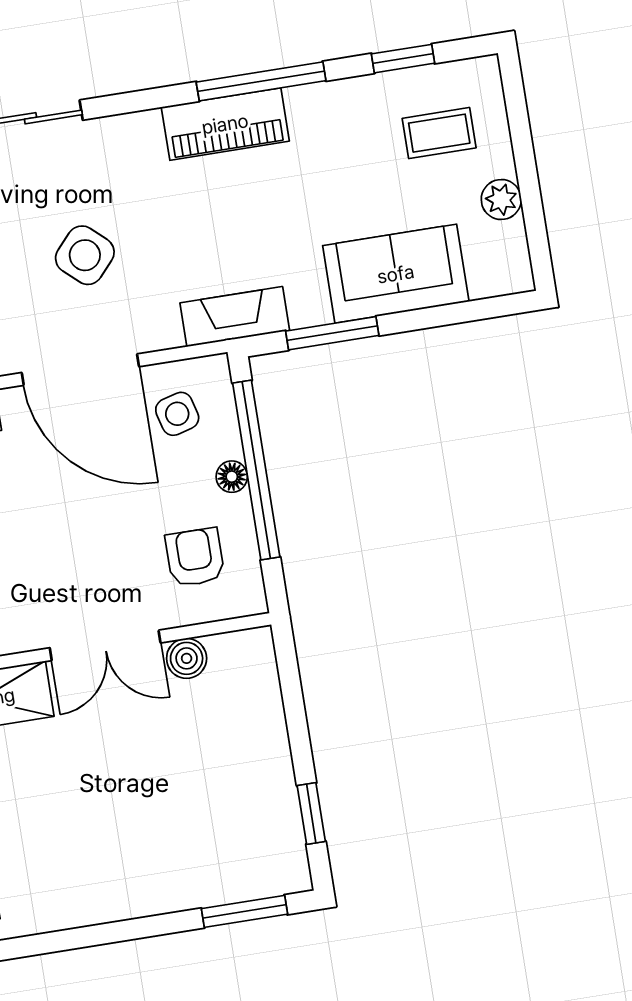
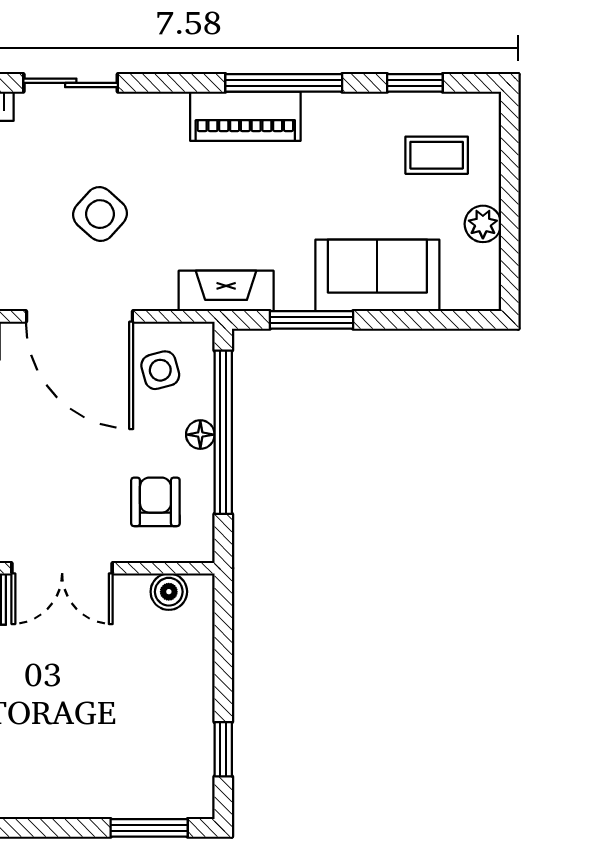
boiler: (187, 658) -> (169, 592), moved

